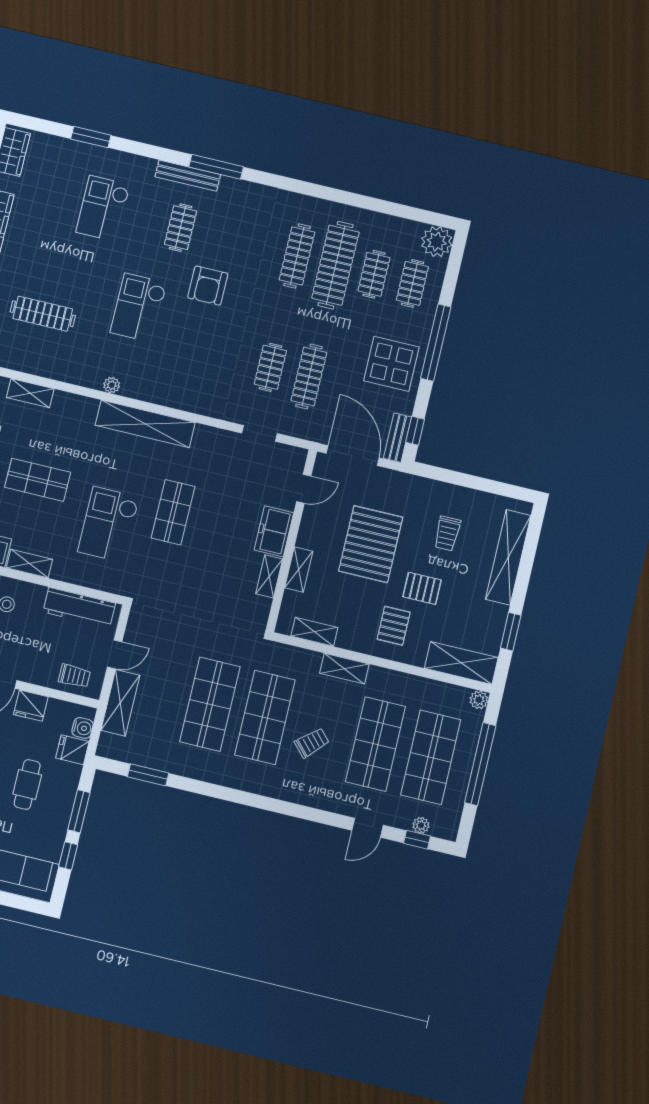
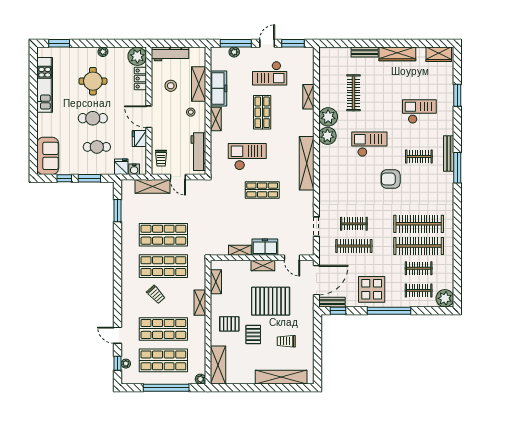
clothes rail: (297, 256) -> (419, 224), width x1.37, depth x1.31
plant: (74, 367) -> (328, 117), added
plant: (112, 385) -> (327, 136), width x1.88, depth x1.88
shelving: (299, 569) -> (263, 265), moved
window: (511, 632) -> (241, 388), removed

